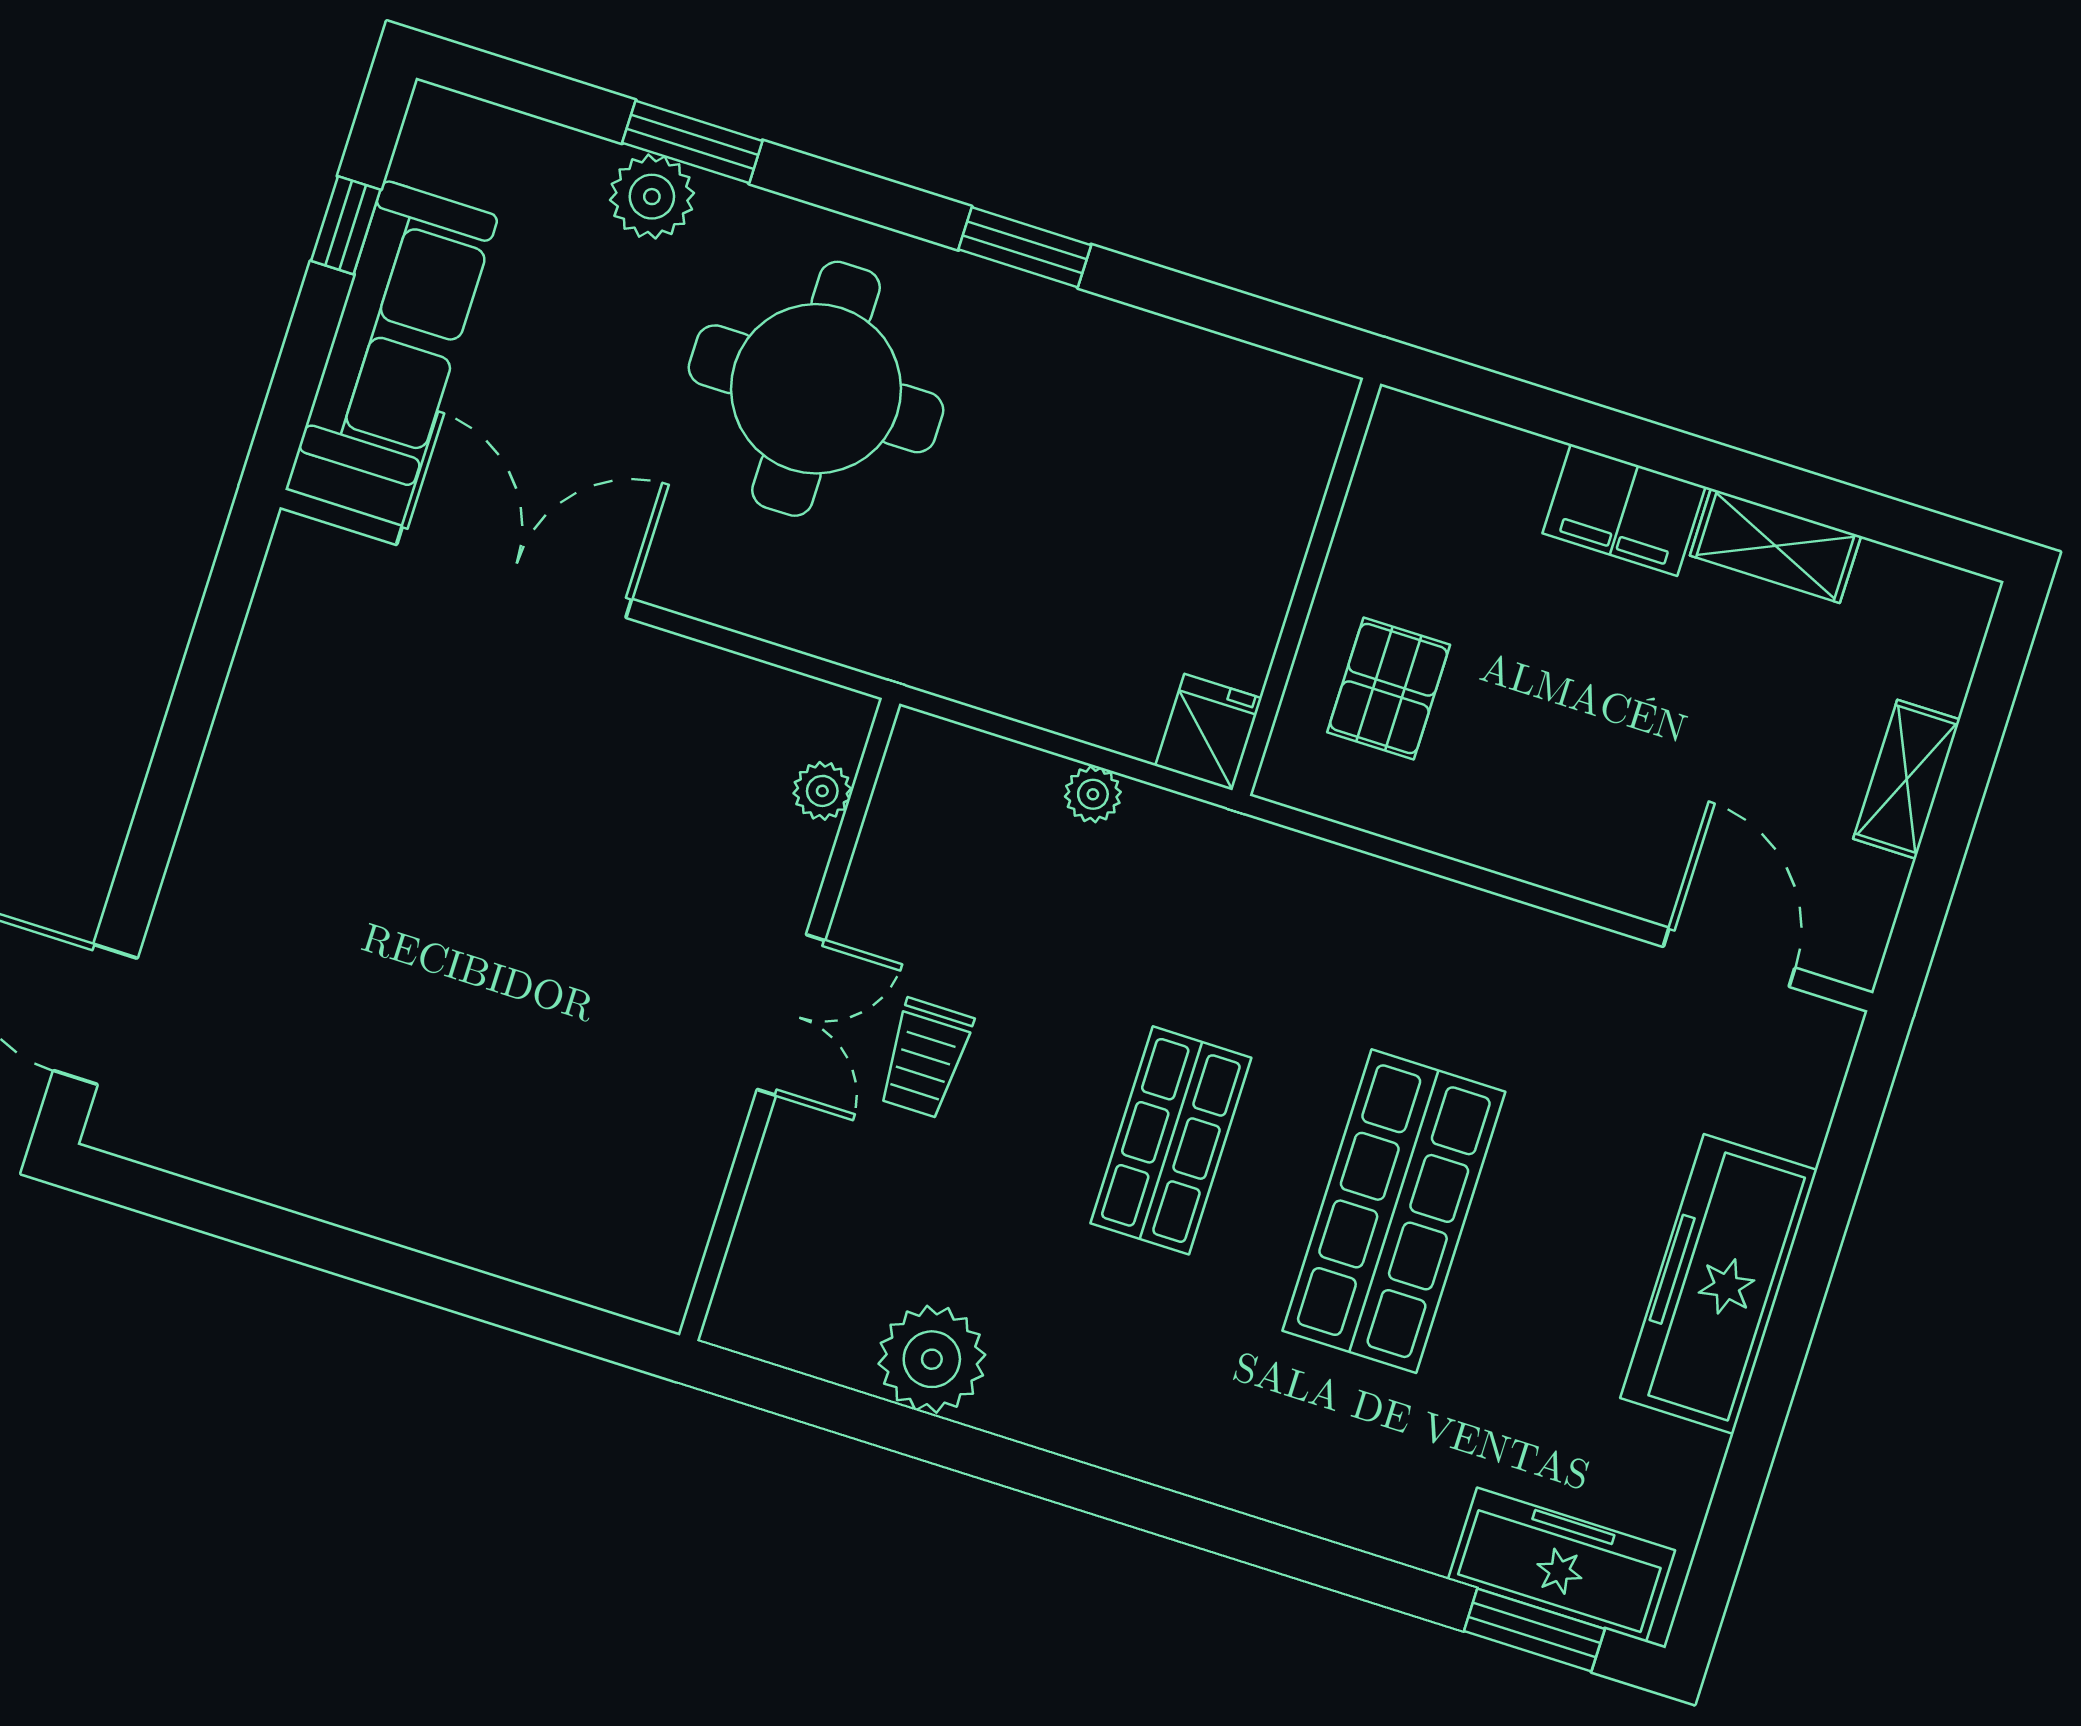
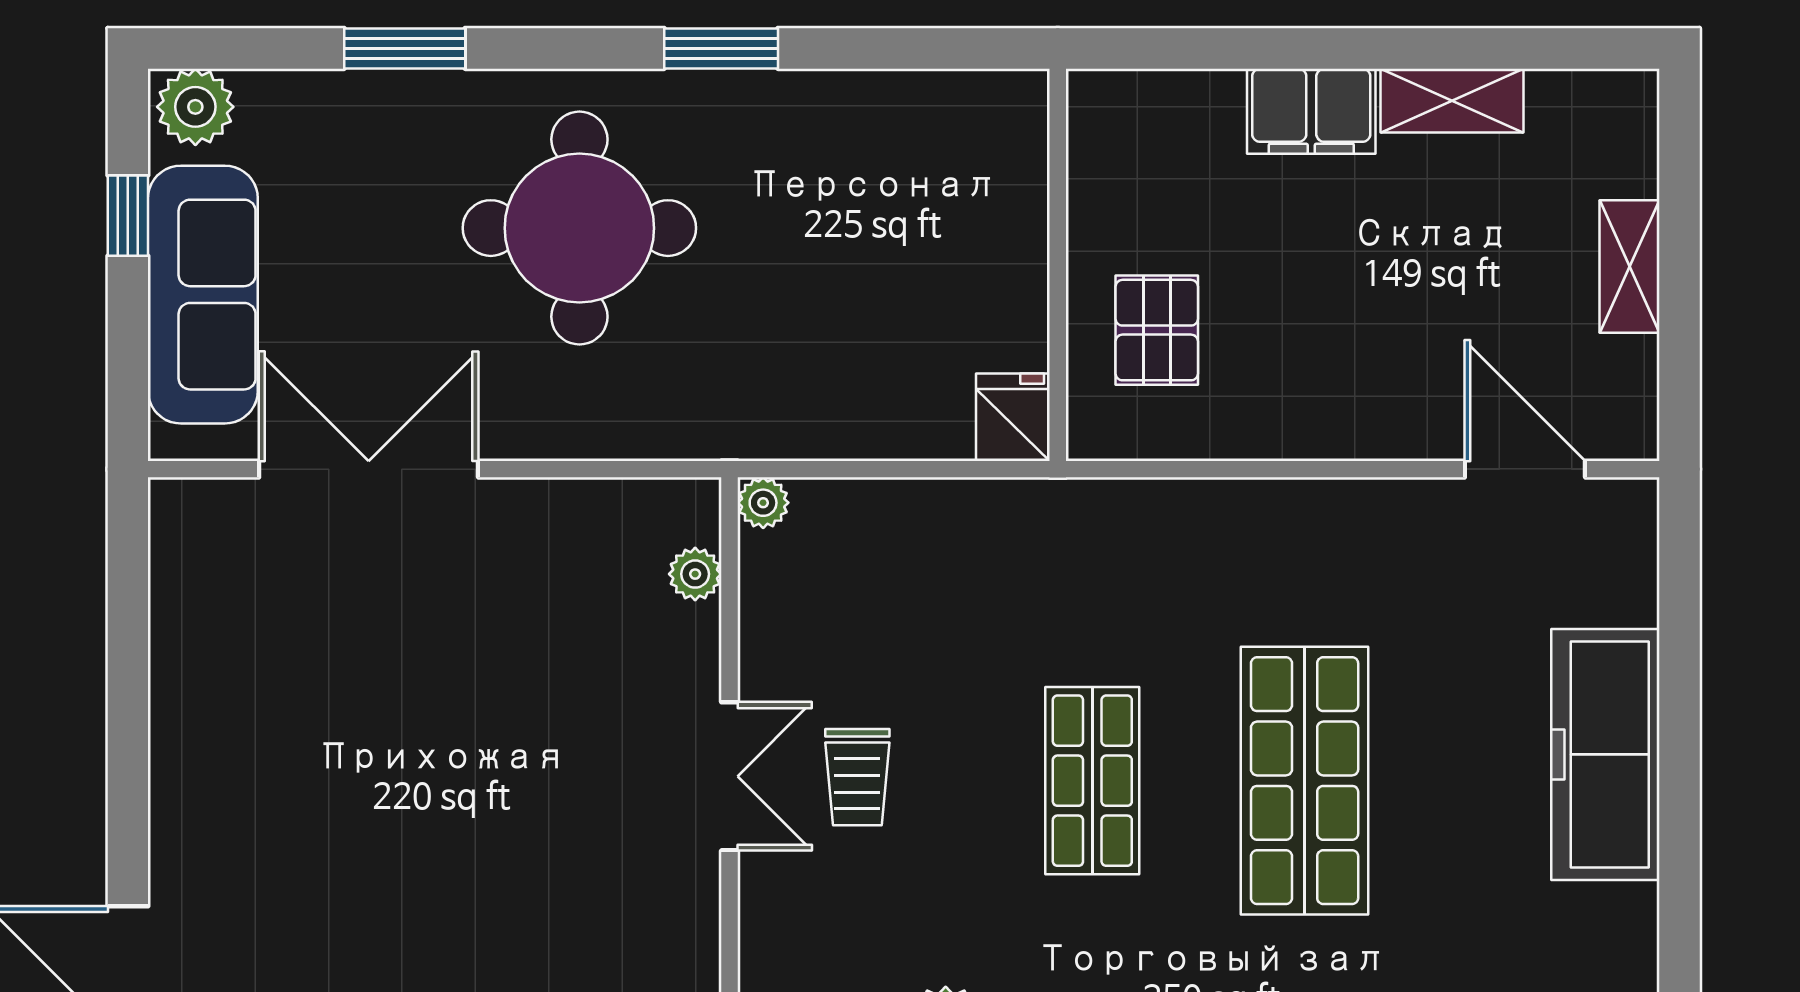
plant: (652, 197) -> (195, 107), moved
plant: (1093, 794) -> (763, 503), moved

